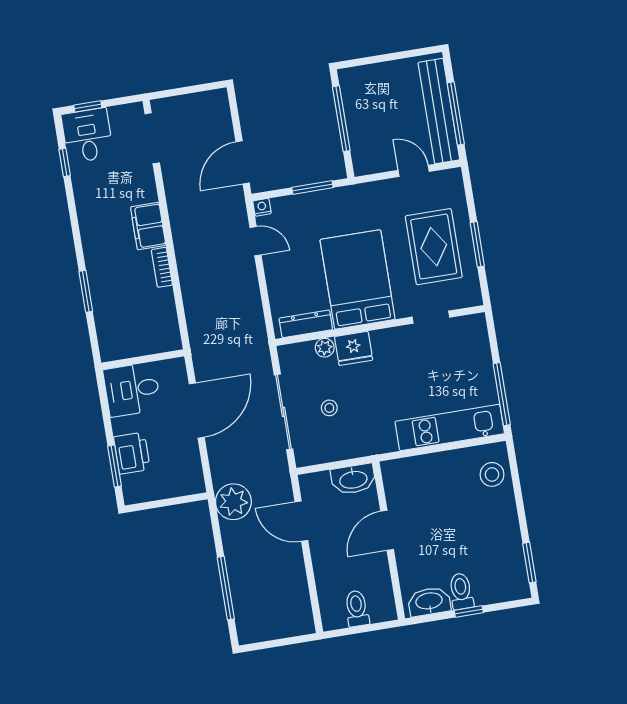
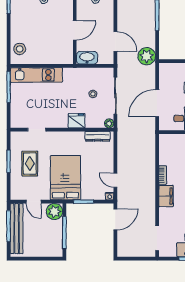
plant: (368, 158) -> (54, 212), added
rug: (434, 247) -> (30, 164), width x0.73, depth x0.70
bed: (358, 279) -> (65, 178), moved, turned 180
plant: (325, 348) -> (109, 123), moved

